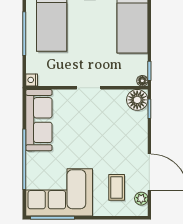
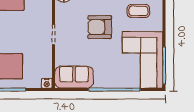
sofa: (39, 120) -> (74, 77), width x0.73
armchair: (98, 142) -> (100, 27), added

